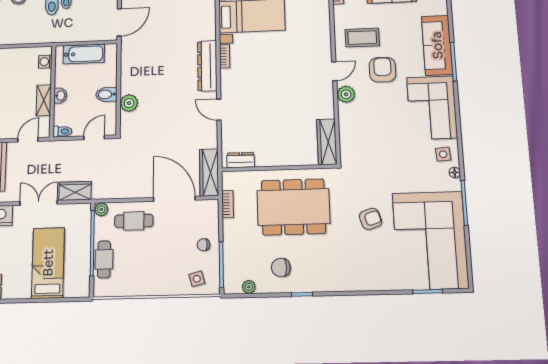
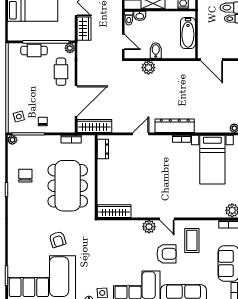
washbasin: (60, 96) -> (140, 16), moved
plant: (249, 287) -> (12, 140), moved

